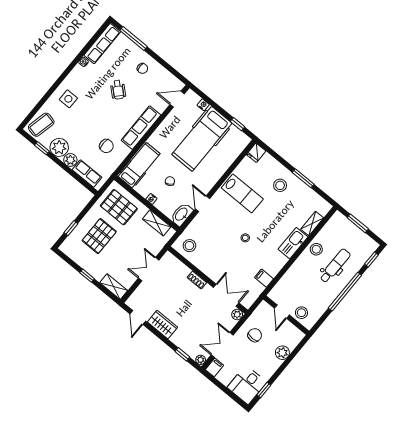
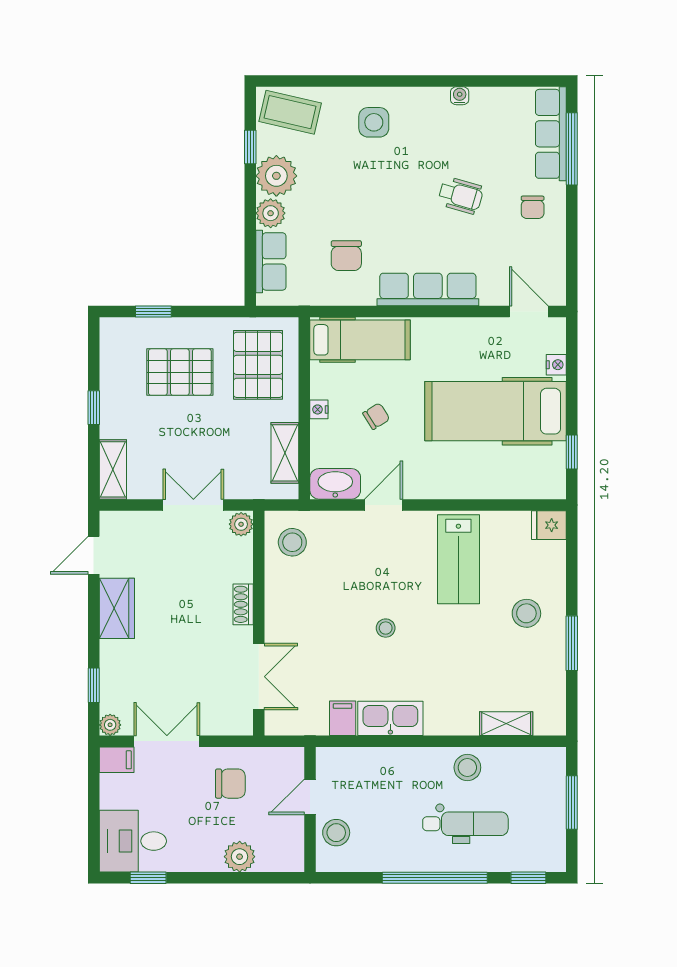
row of seats: (102, 44) -> (551, 134), moved, turned 90
wheelchair: (118, 90) -> (461, 195), turned -116
kitchen sink: (293, 243) -> (390, 718), moved
plant: (237, 314) -> (241, 524), moved

